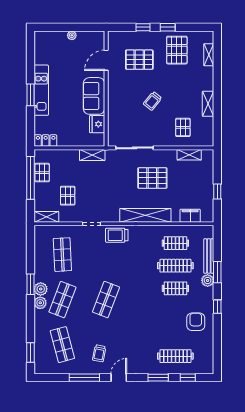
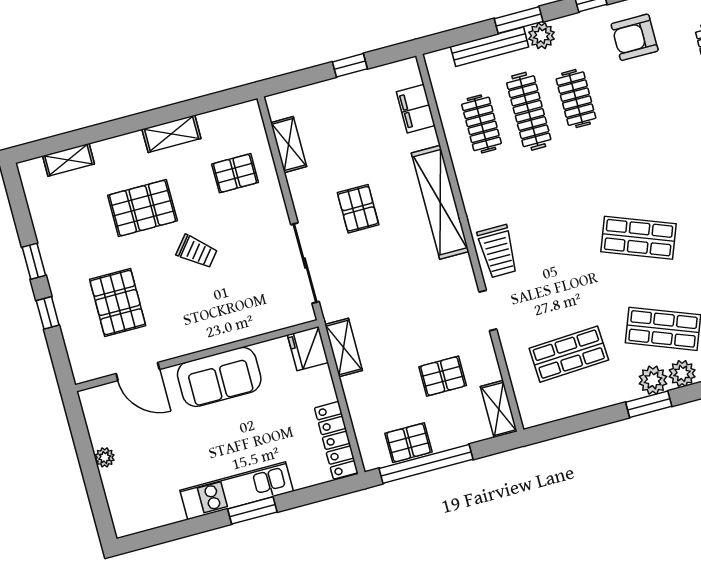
pallet: (177, 50) -> (142, 208), moved
fridge: (97, 124) -> (308, 349), moved, turned 90
locker: (46, 141) -> (336, 440), width x1.53
pallet: (152, 178) -> (358, 209), width x0.67, depth x0.71

